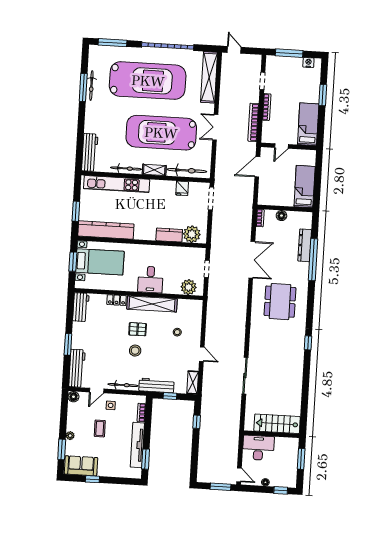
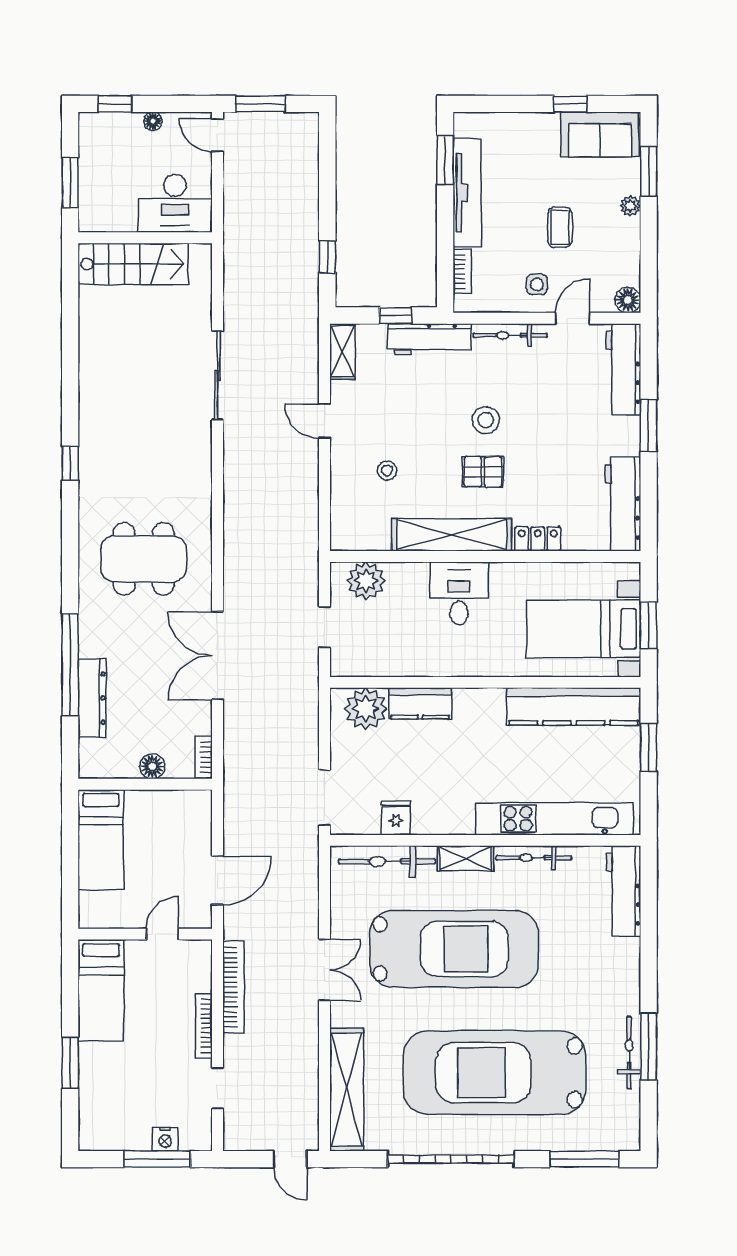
nightstand: (308, 63) -> (165, 1139), moved
dining table: (280, 302) -> (144, 559), turned 90
workbench: (81, 307) -> (623, 504), width x1.37

